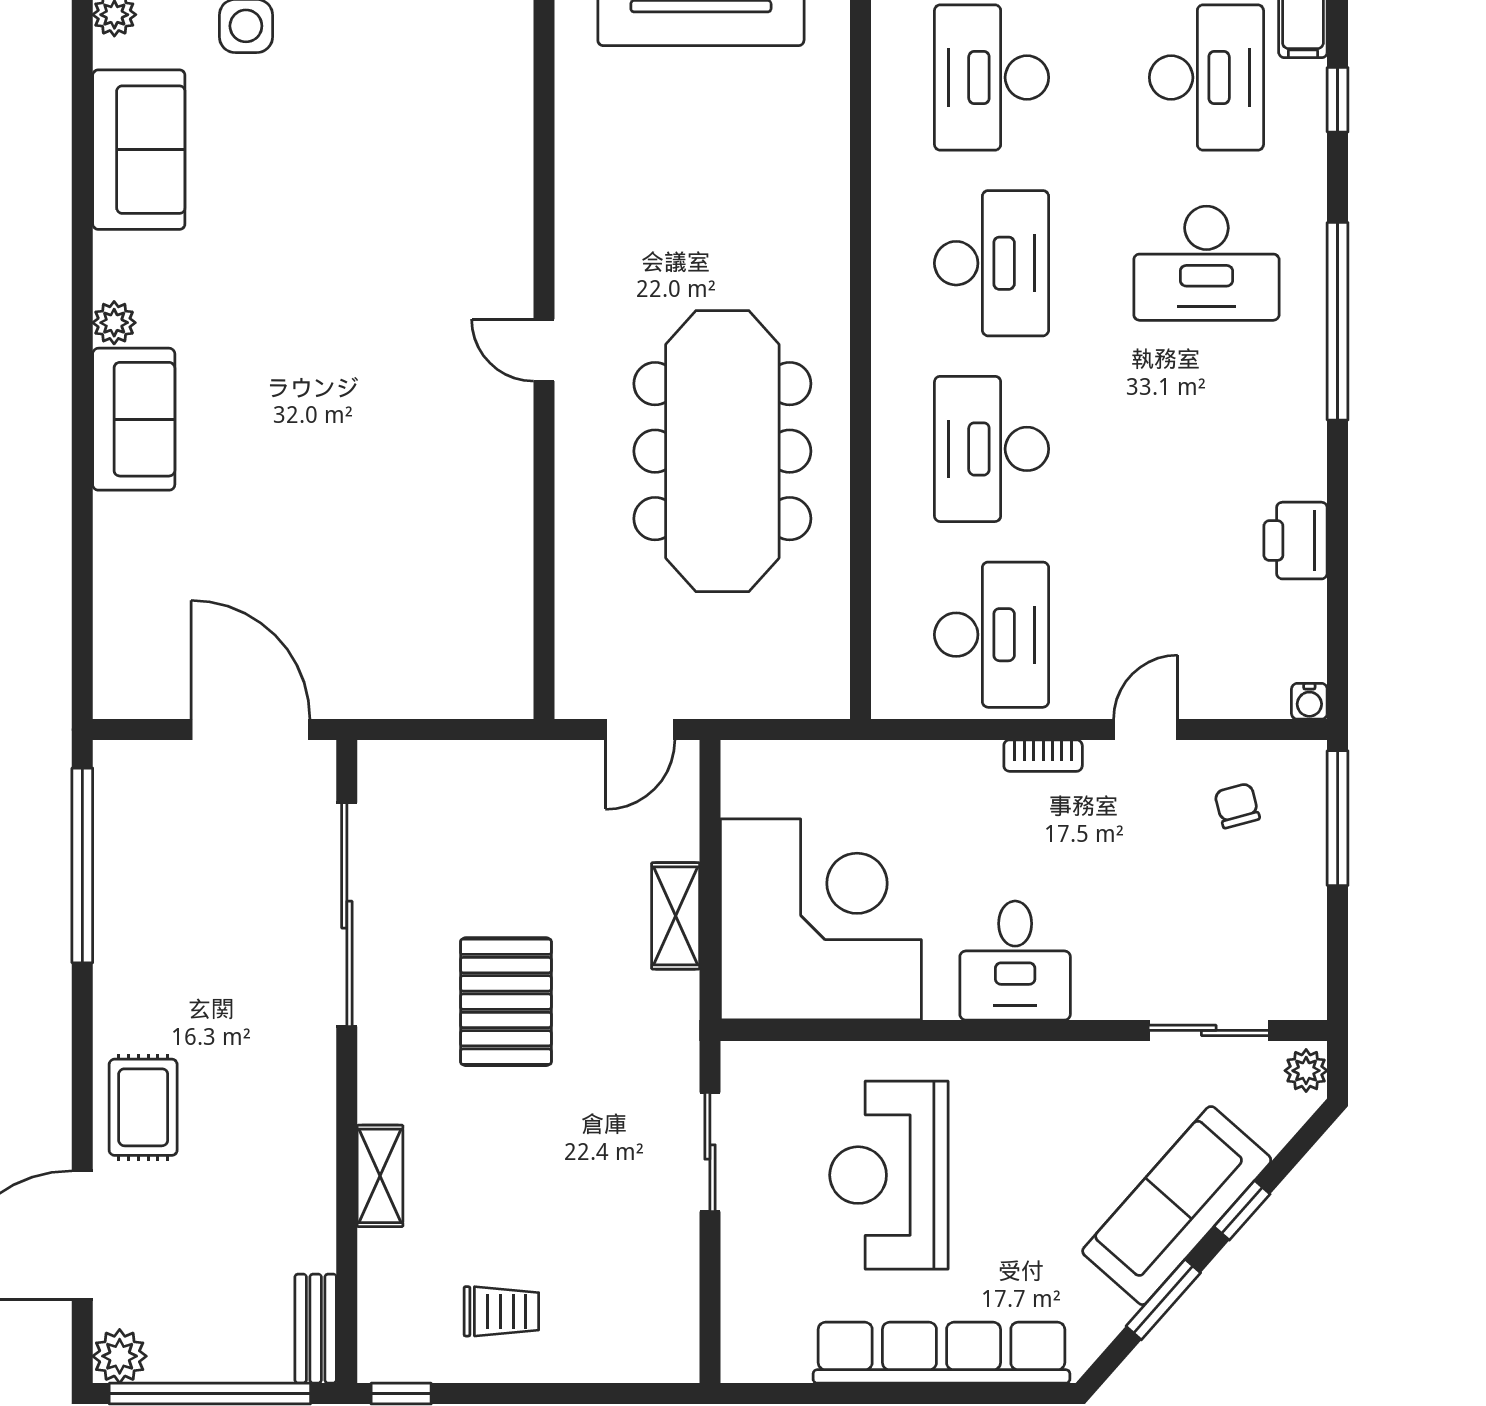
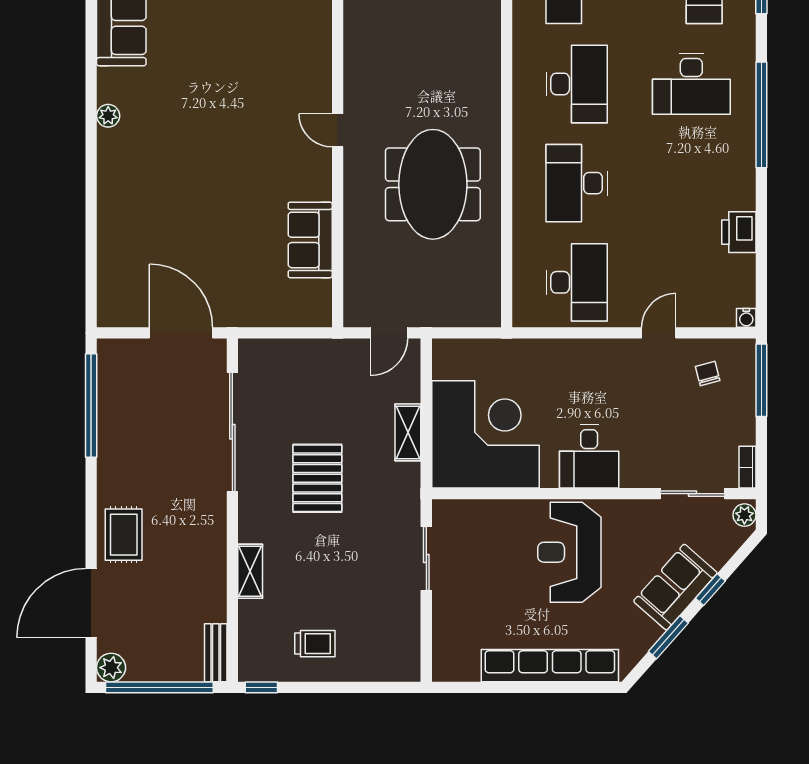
sofa: (134, 419) -> (310, 240), moved, turned 180
meeting table: (722, 451) -> (433, 184), width x0.73
bookcase: (1043, 756) -> (747, 467), moved, turned 90
reception desk: (889, 1175) -> (569, 552), moved
sofa: (1177, 1206) -> (675, 587), width x0.73

